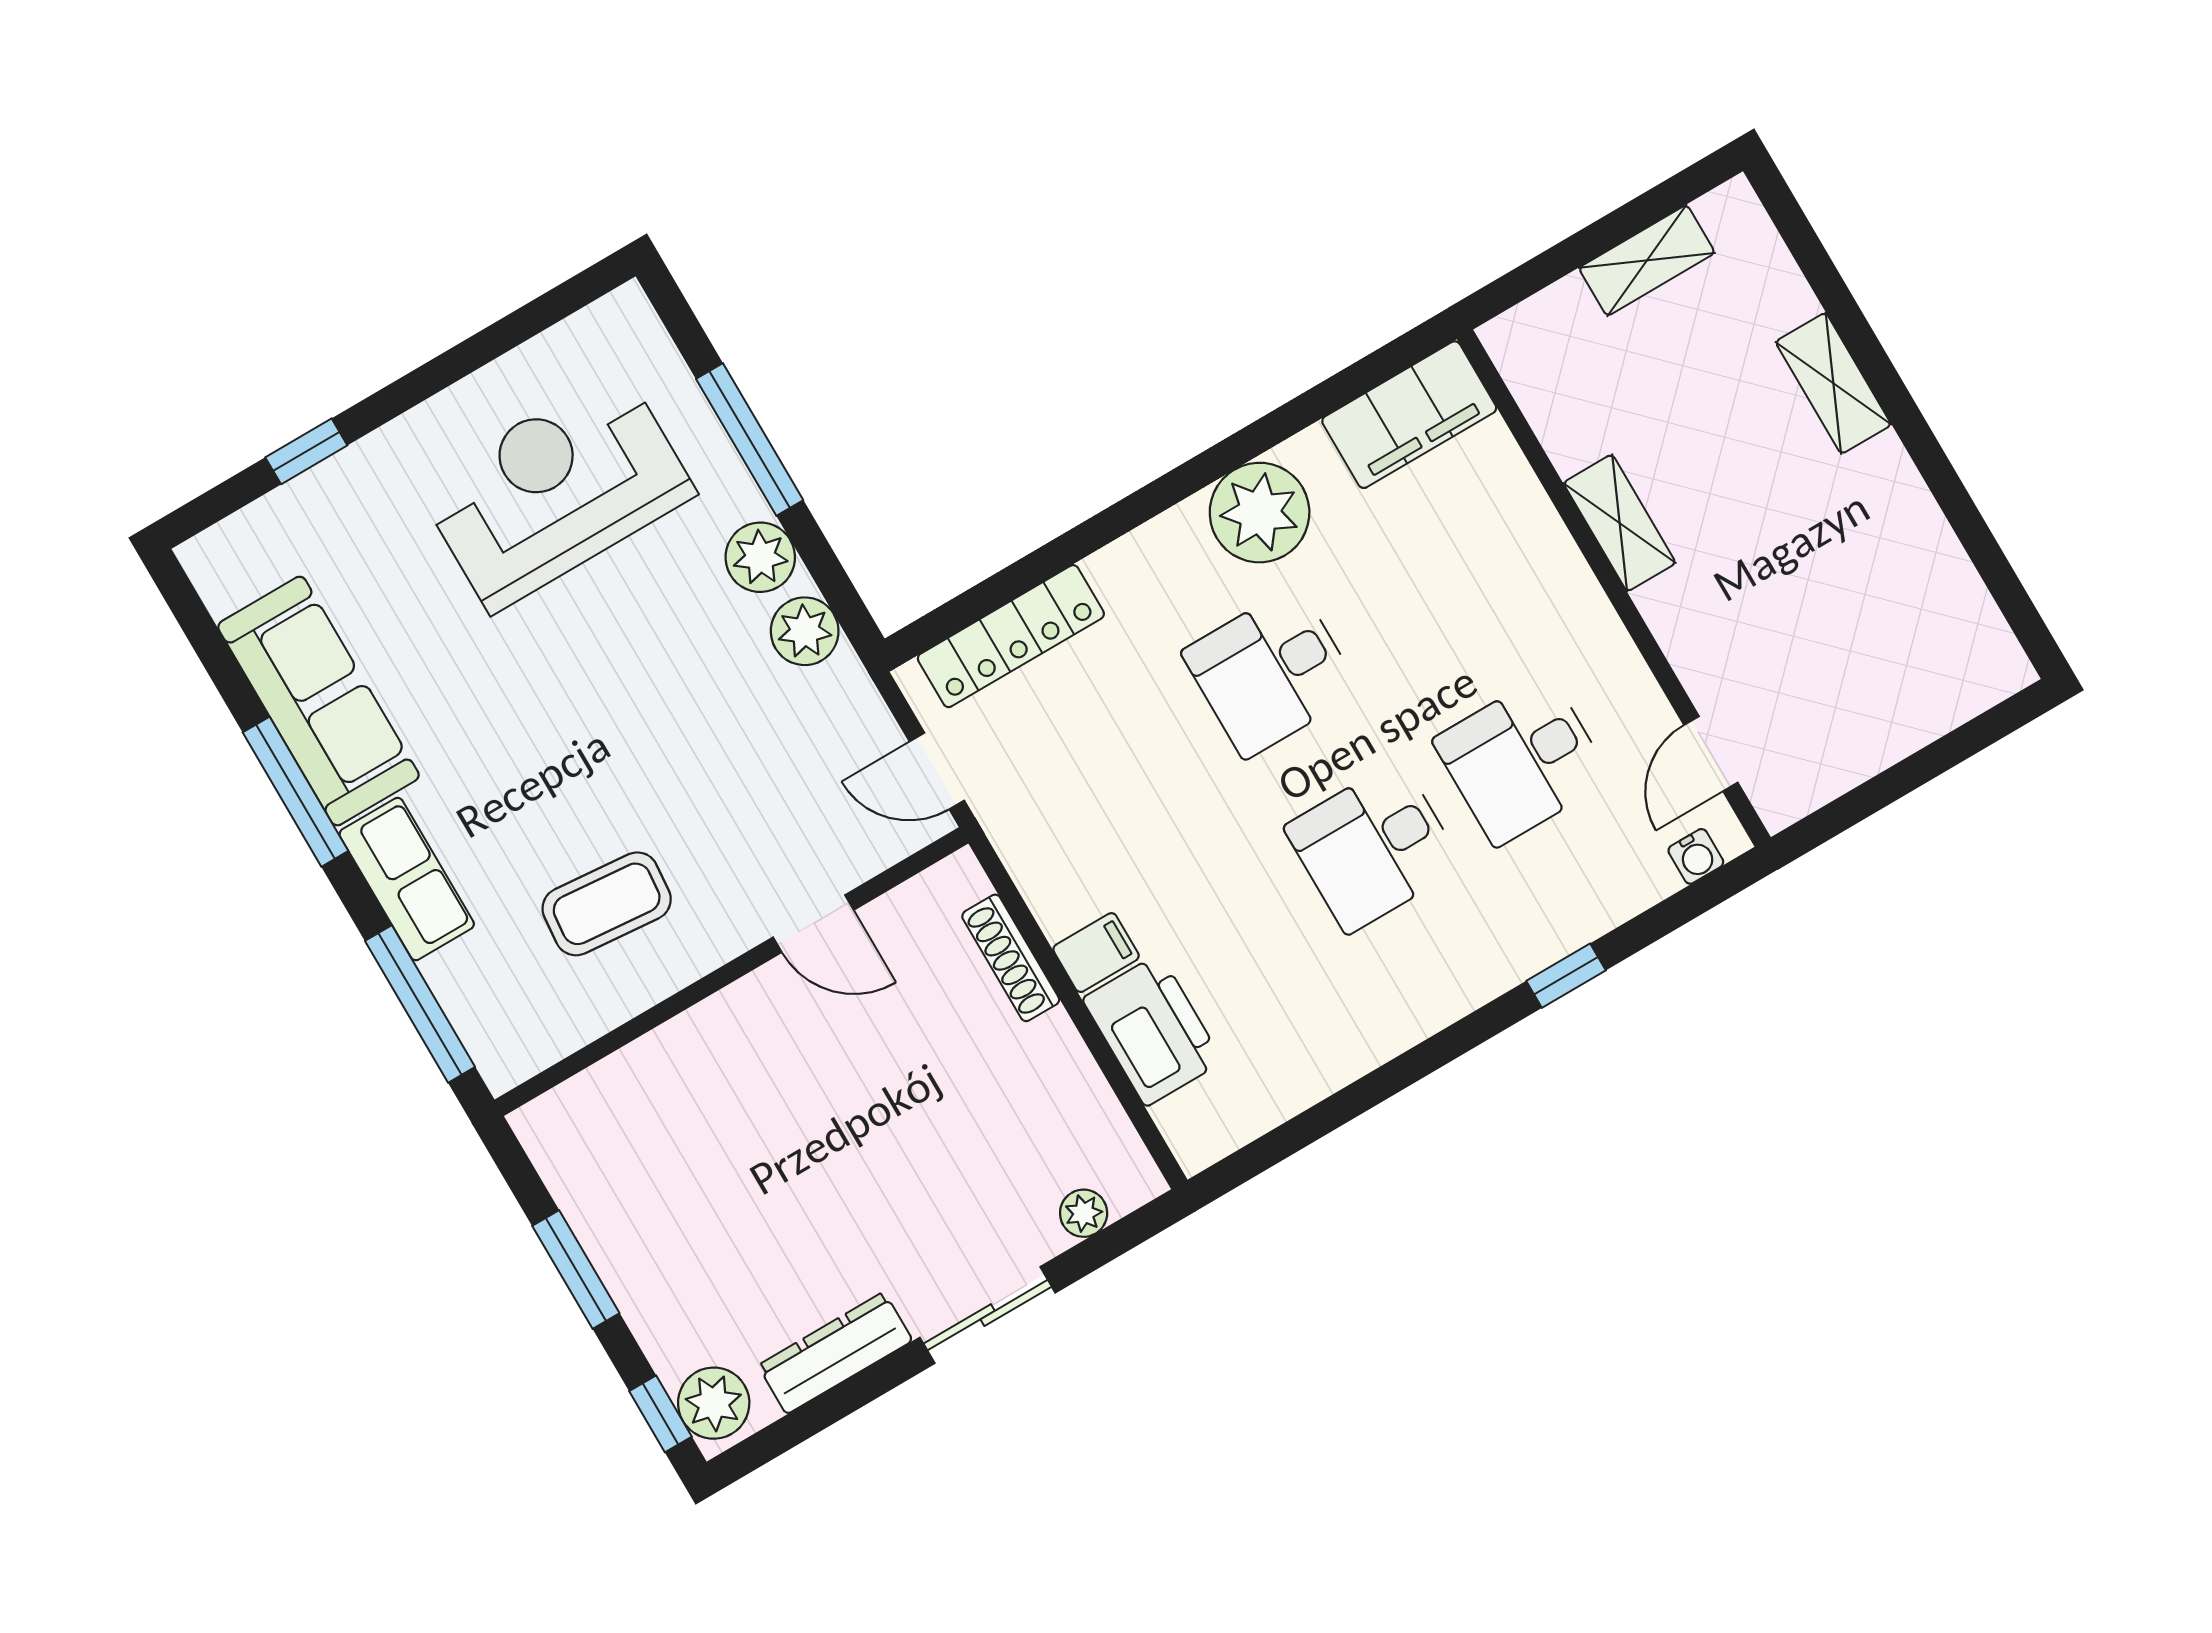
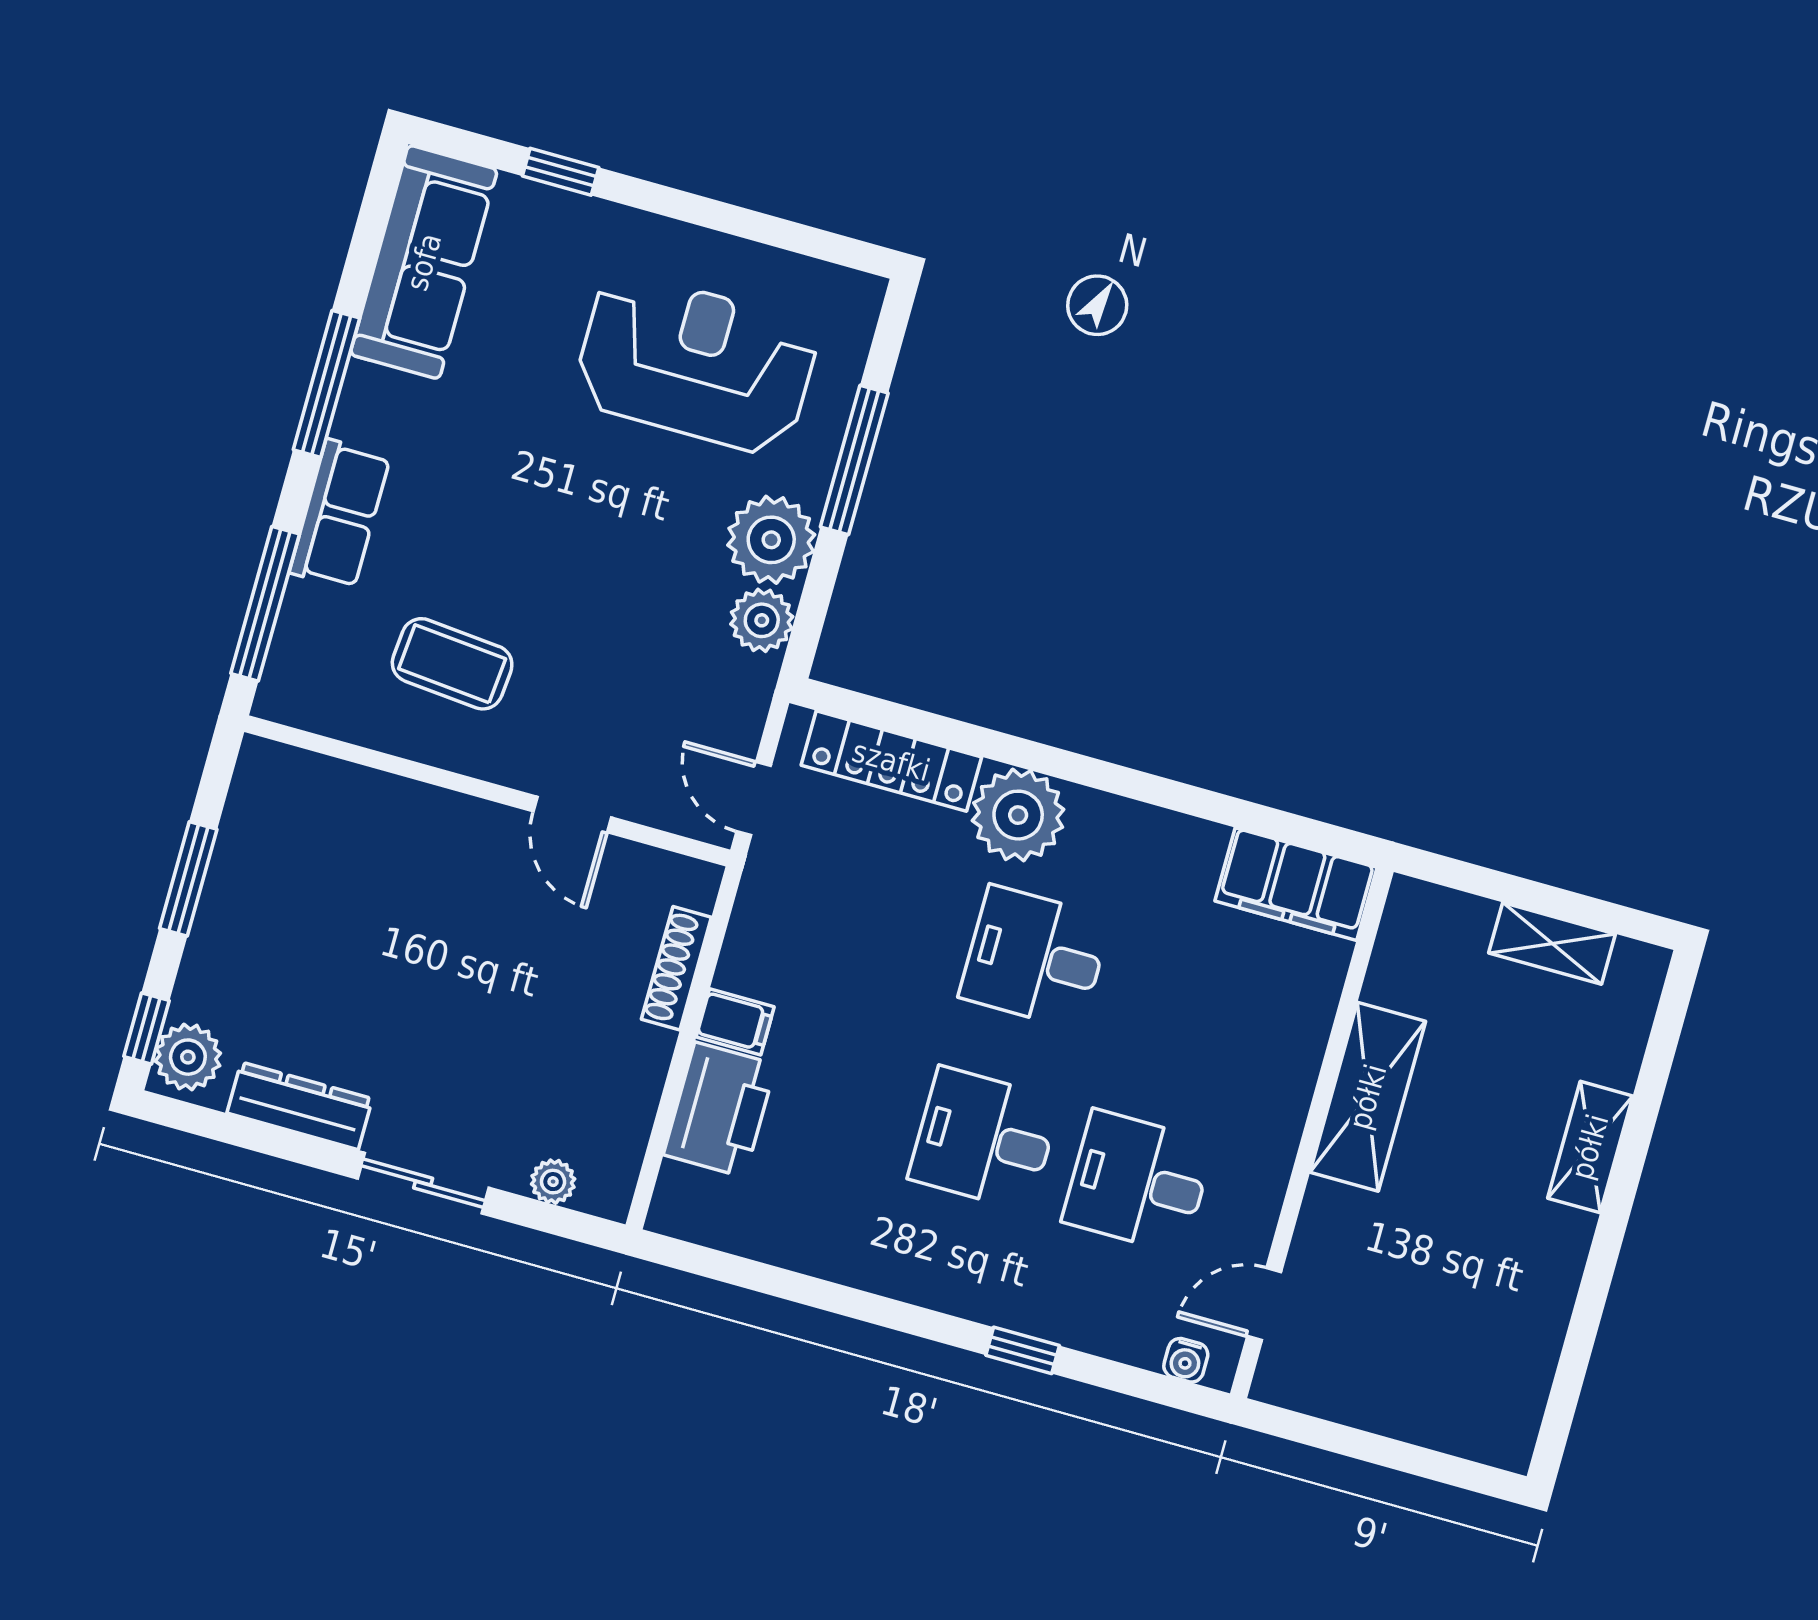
plant: (1260, 513) -> (1018, 815), moved
shelving: (1620, 523) -> (1368, 1097), width x1.50, depth x1.33
plant: (760, 557) -> (771, 540), width x1.36, depth x1.36
sofa: (318, 701) -> (424, 262), moved

